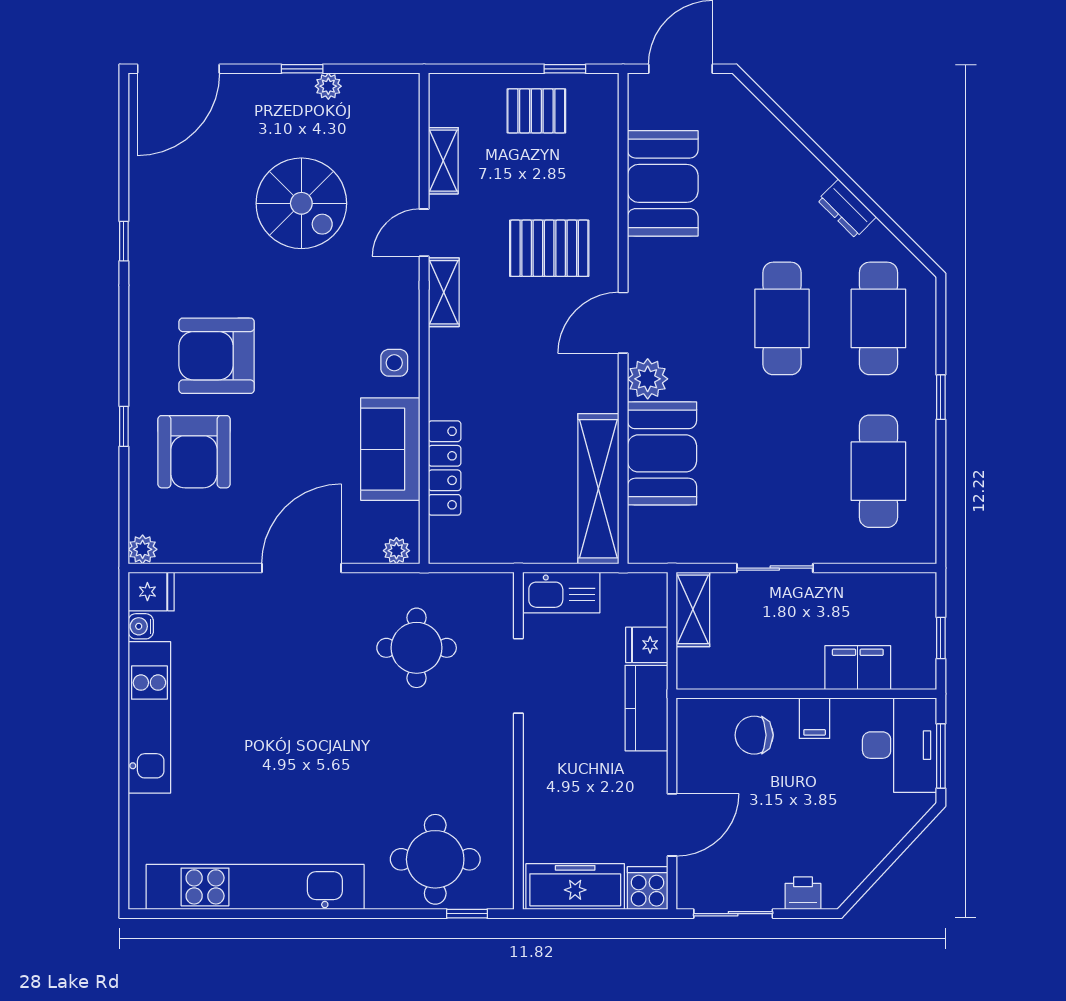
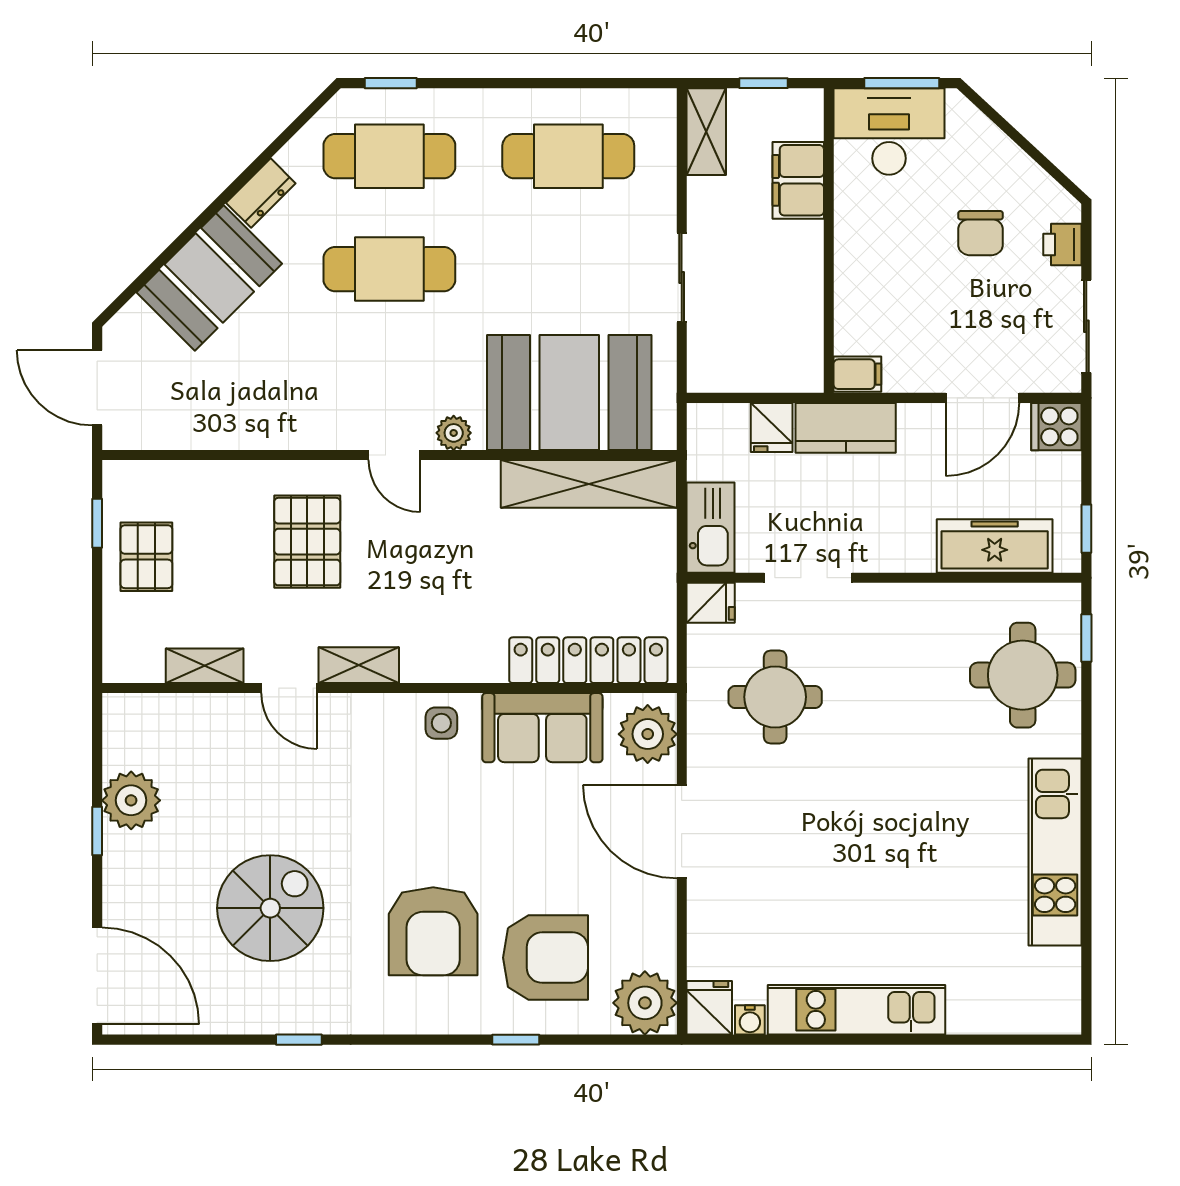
plant: (328, 86) -> (131, 800), width x1.87, depth x1.87
booth: (663, 183) -> (209, 278), moved, turned -45
spiral stairs: (301, 203) -> (270, 908), moved
door: (623, 323) -> (394, 455), width x0.73
plant: (648, 379) -> (454, 433), width x0.73, depth x0.73
window: (941, 397) -> (391, 83), moved
booth: (662, 453) -> (569, 393), width x1.36, depth x1.42
locker: (445, 468) -> (588, 660), width x1.41, depth x1.21
plant: (143, 549) -> (645, 1003), width x1.88, depth x1.88
plant: (396, 551) -> (648, 734), width x1.88, depth x1.88
fridge: (497, 593) -> (711, 603), added
shelving: (693, 609) -> (706, 132), moved, turned 90
filing cabinet: (815, 718) -> (857, 374), moved
chair: (754, 735) -> (980, 233), moved
door: (672, 825) -> (982, 398), swing flipped
kitchen unit: (255, 887) -> (1055, 852), width x0.73
freezer: (575, 887) -> (995, 546), moved, turned 90
window: (560, 914) -> (1086, 529), added

